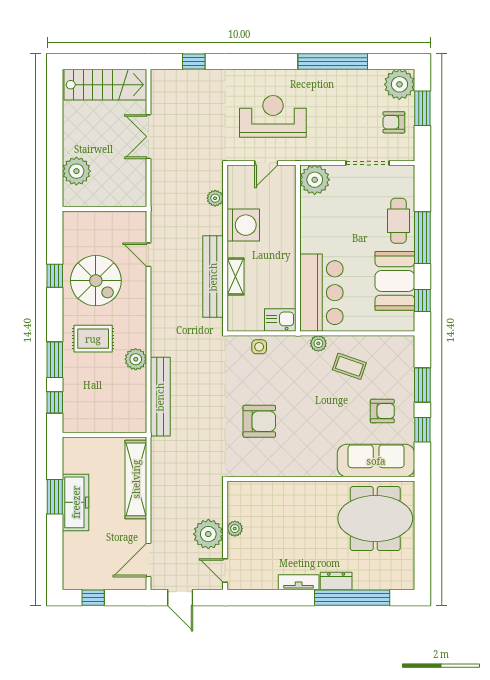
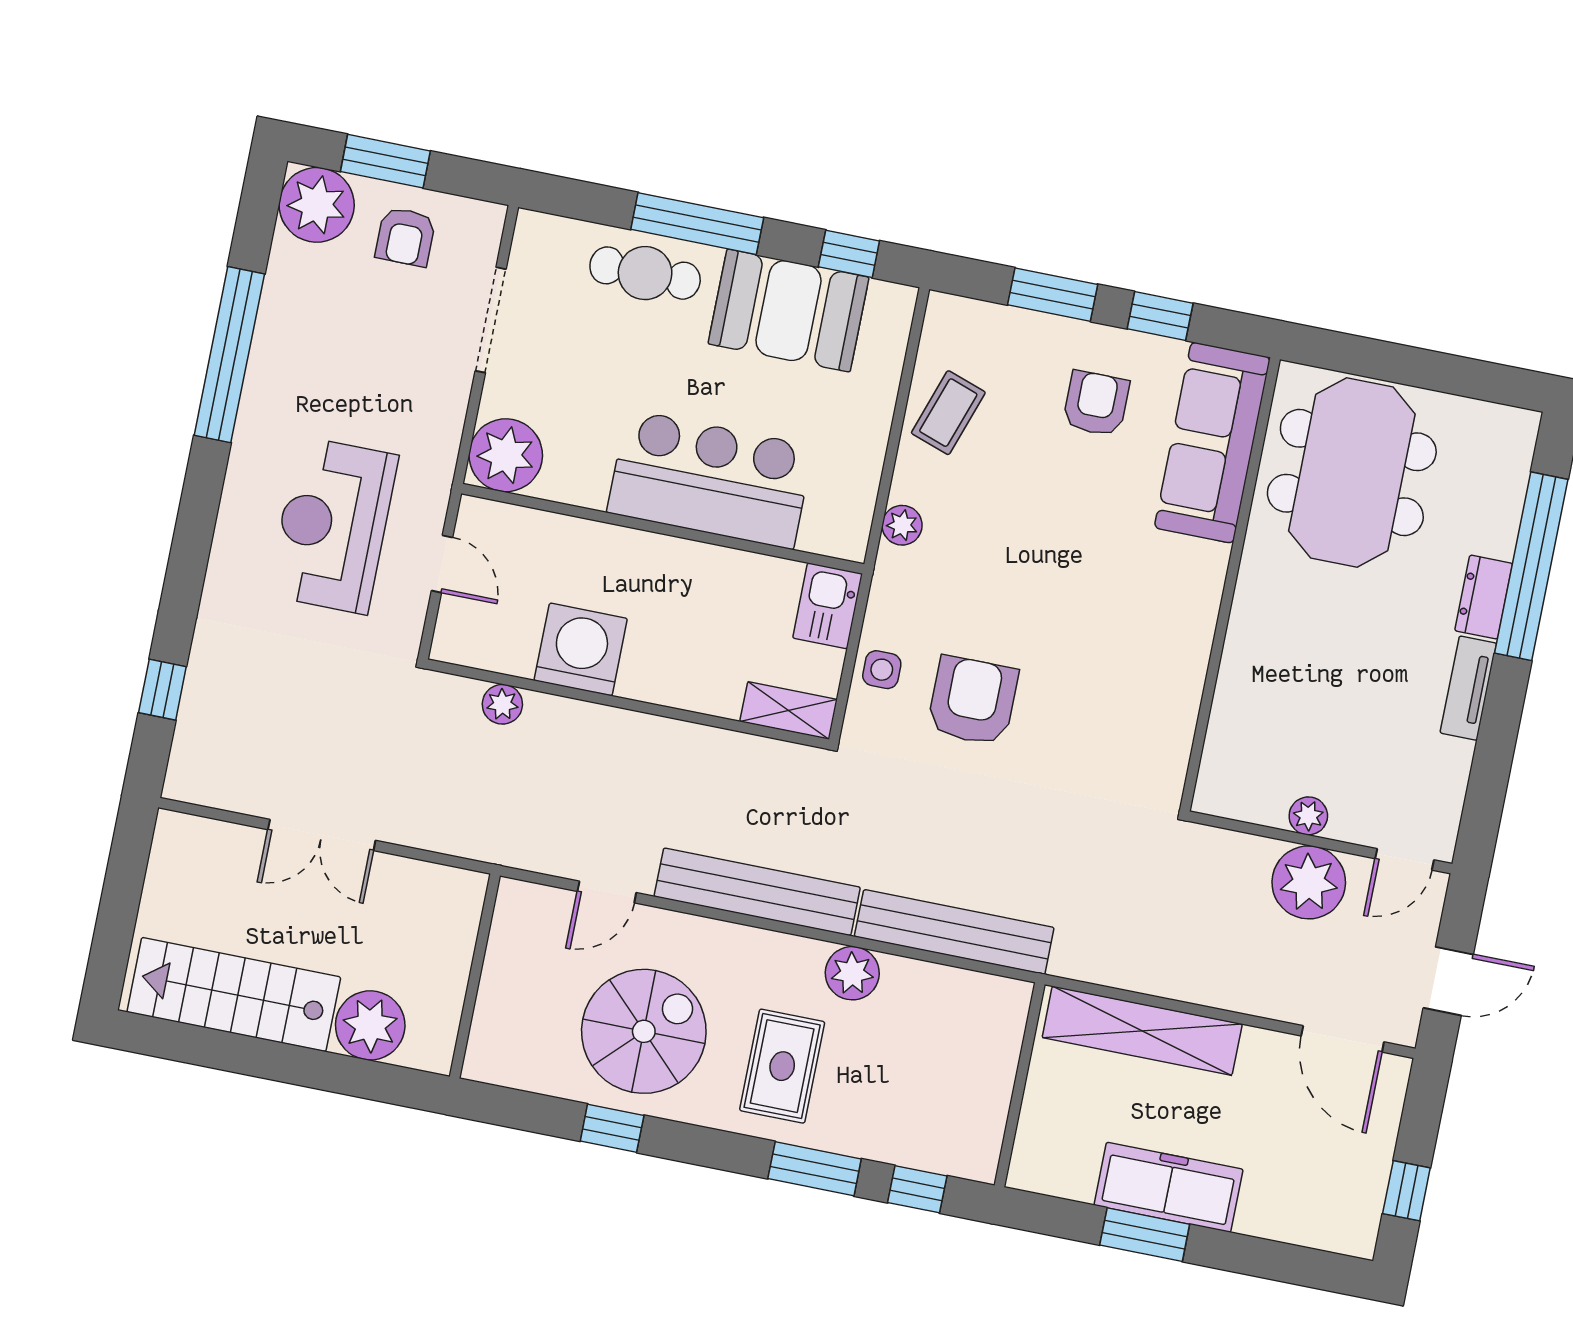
stairs: (105, 85) -> (234, 994), moved, turned -90
bench: (213, 277) -> (757, 892), moved
shelving: (235, 277) -> (789, 711), moved
bar counter: (321, 293) -> (710, 479), moved
coffee table: (349, 366) -> (948, 413), moved
armchair: (259, 421) -> (973, 701), moved

